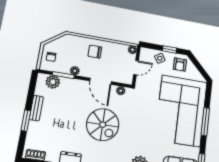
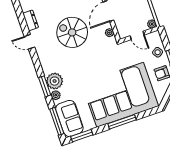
spiral stairs: (103, 125) -> (72, 32), turned 90

